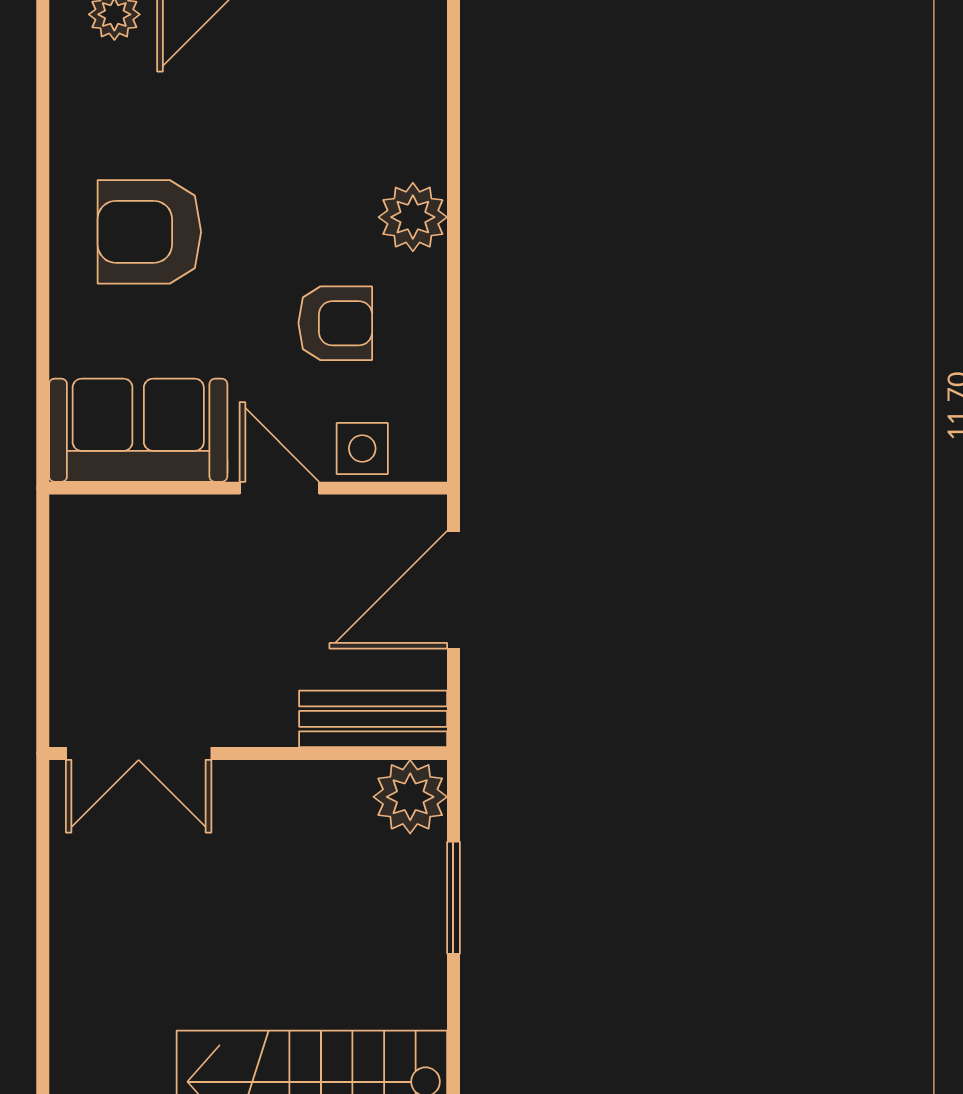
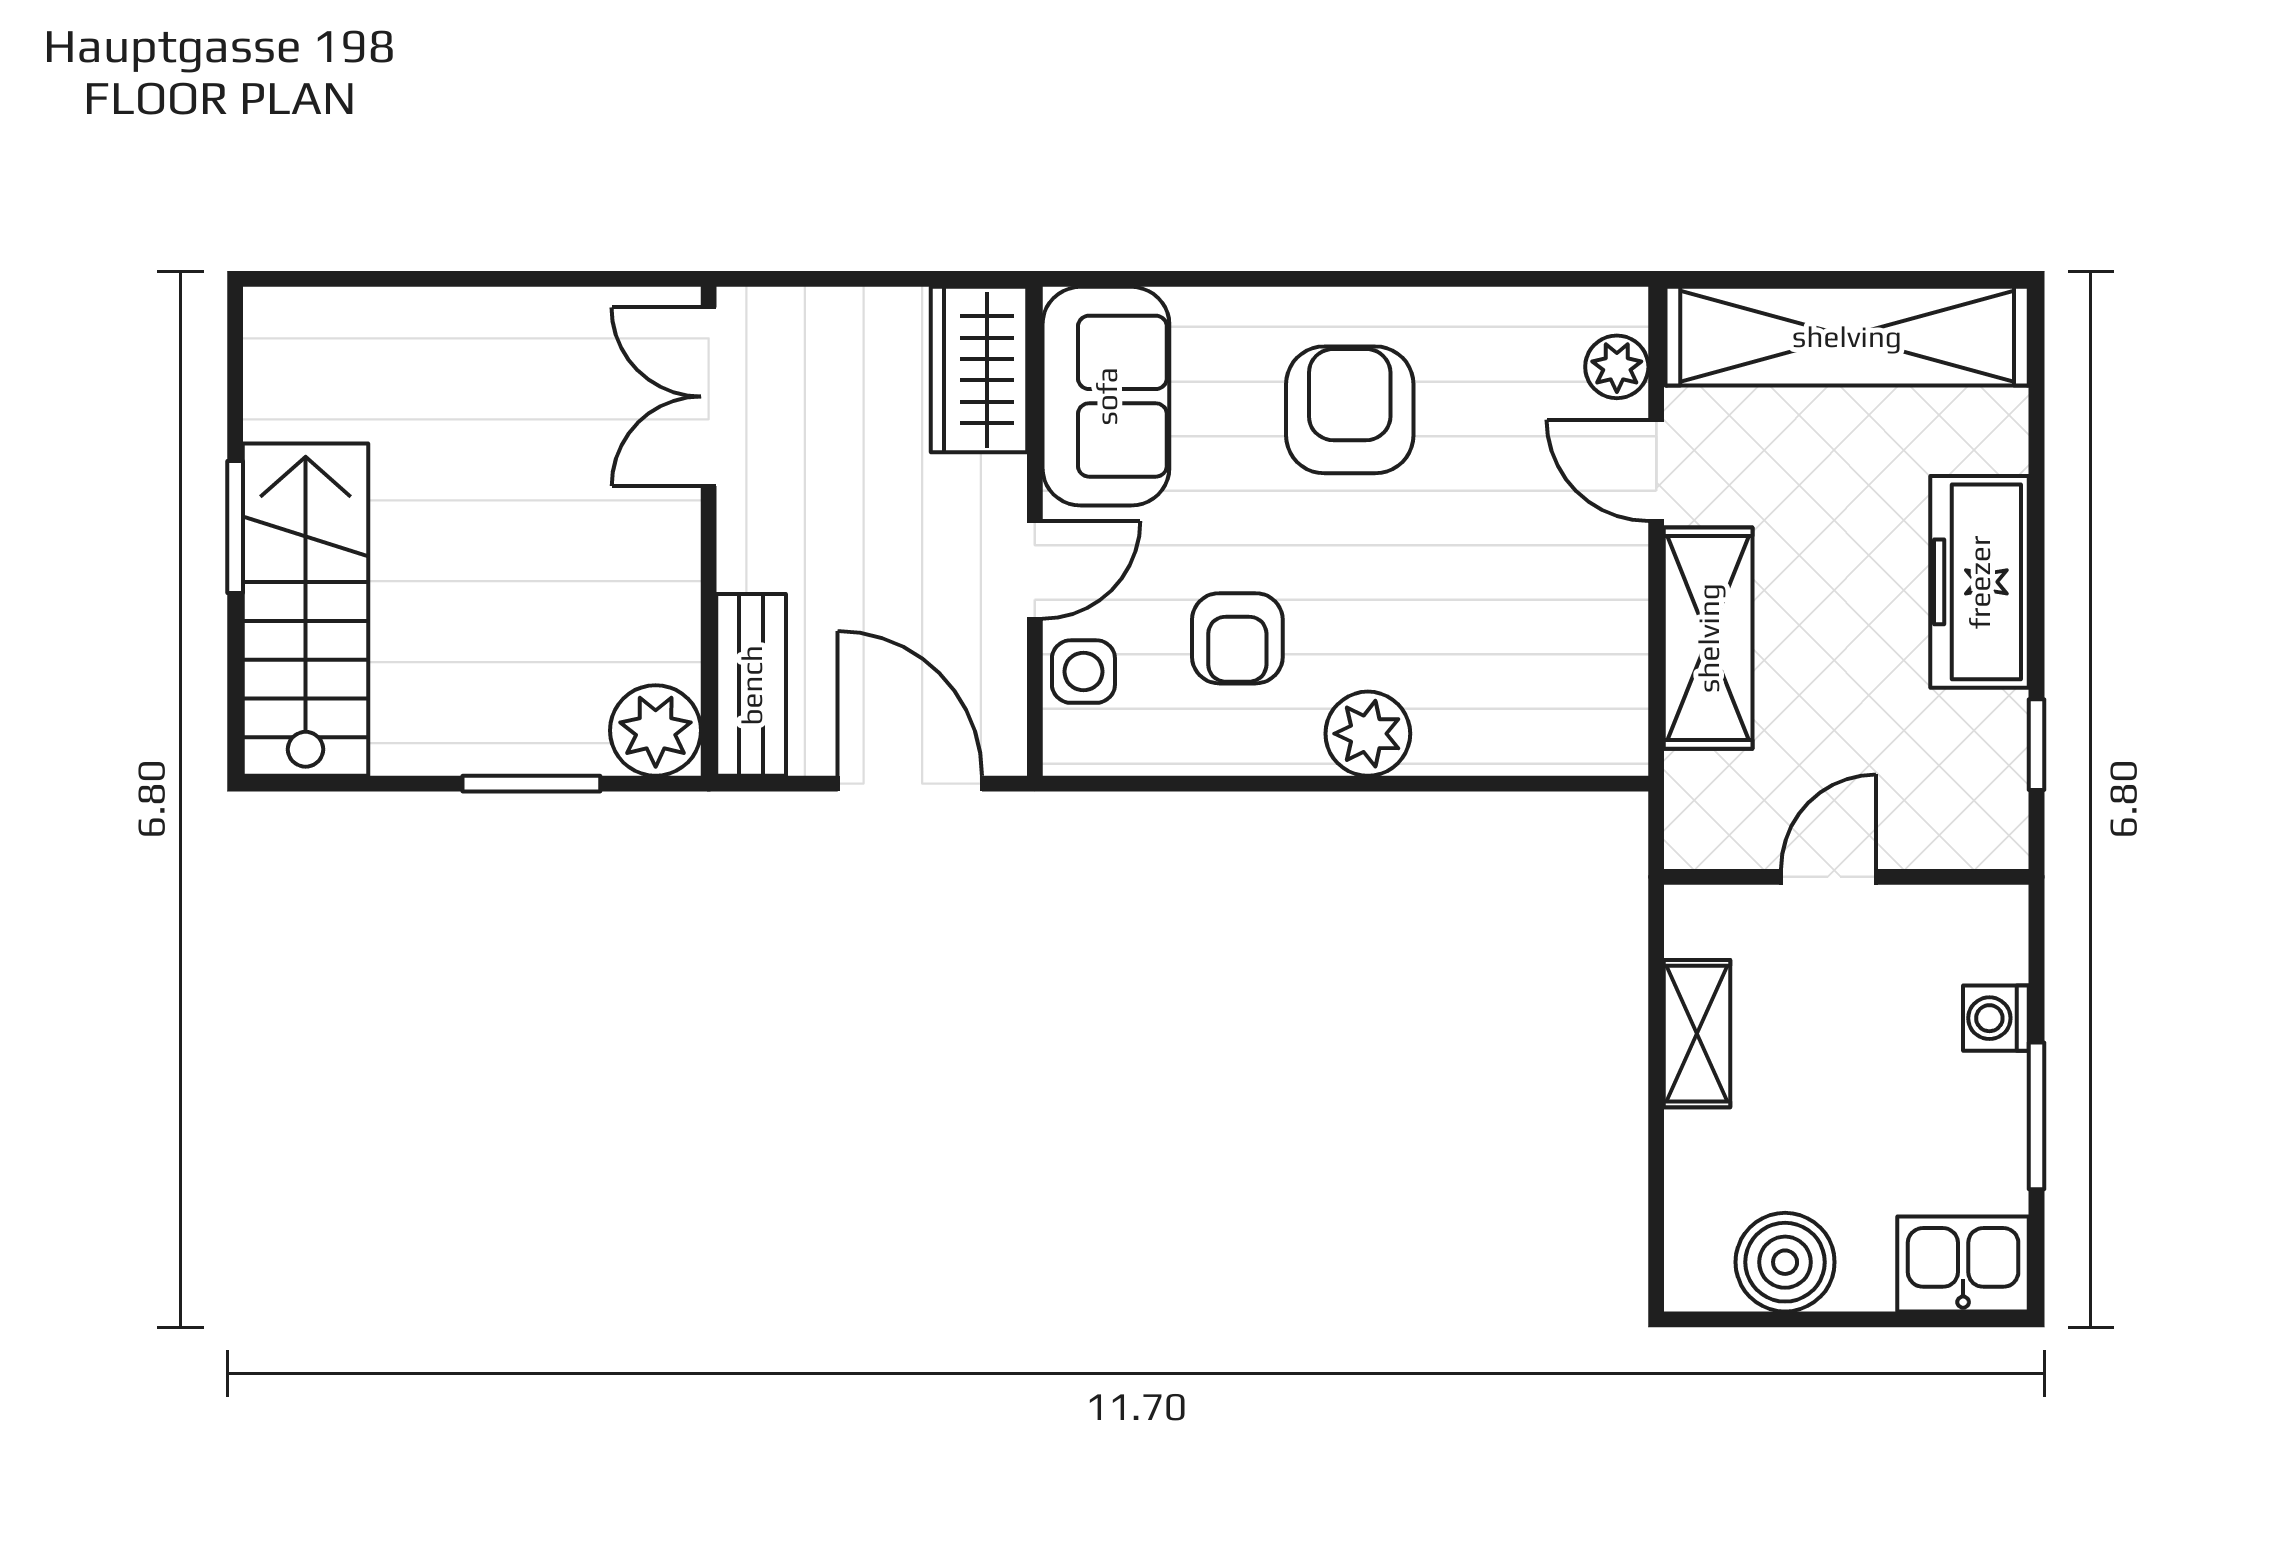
wardrobe: (117, 534) -> (979, 370), added

